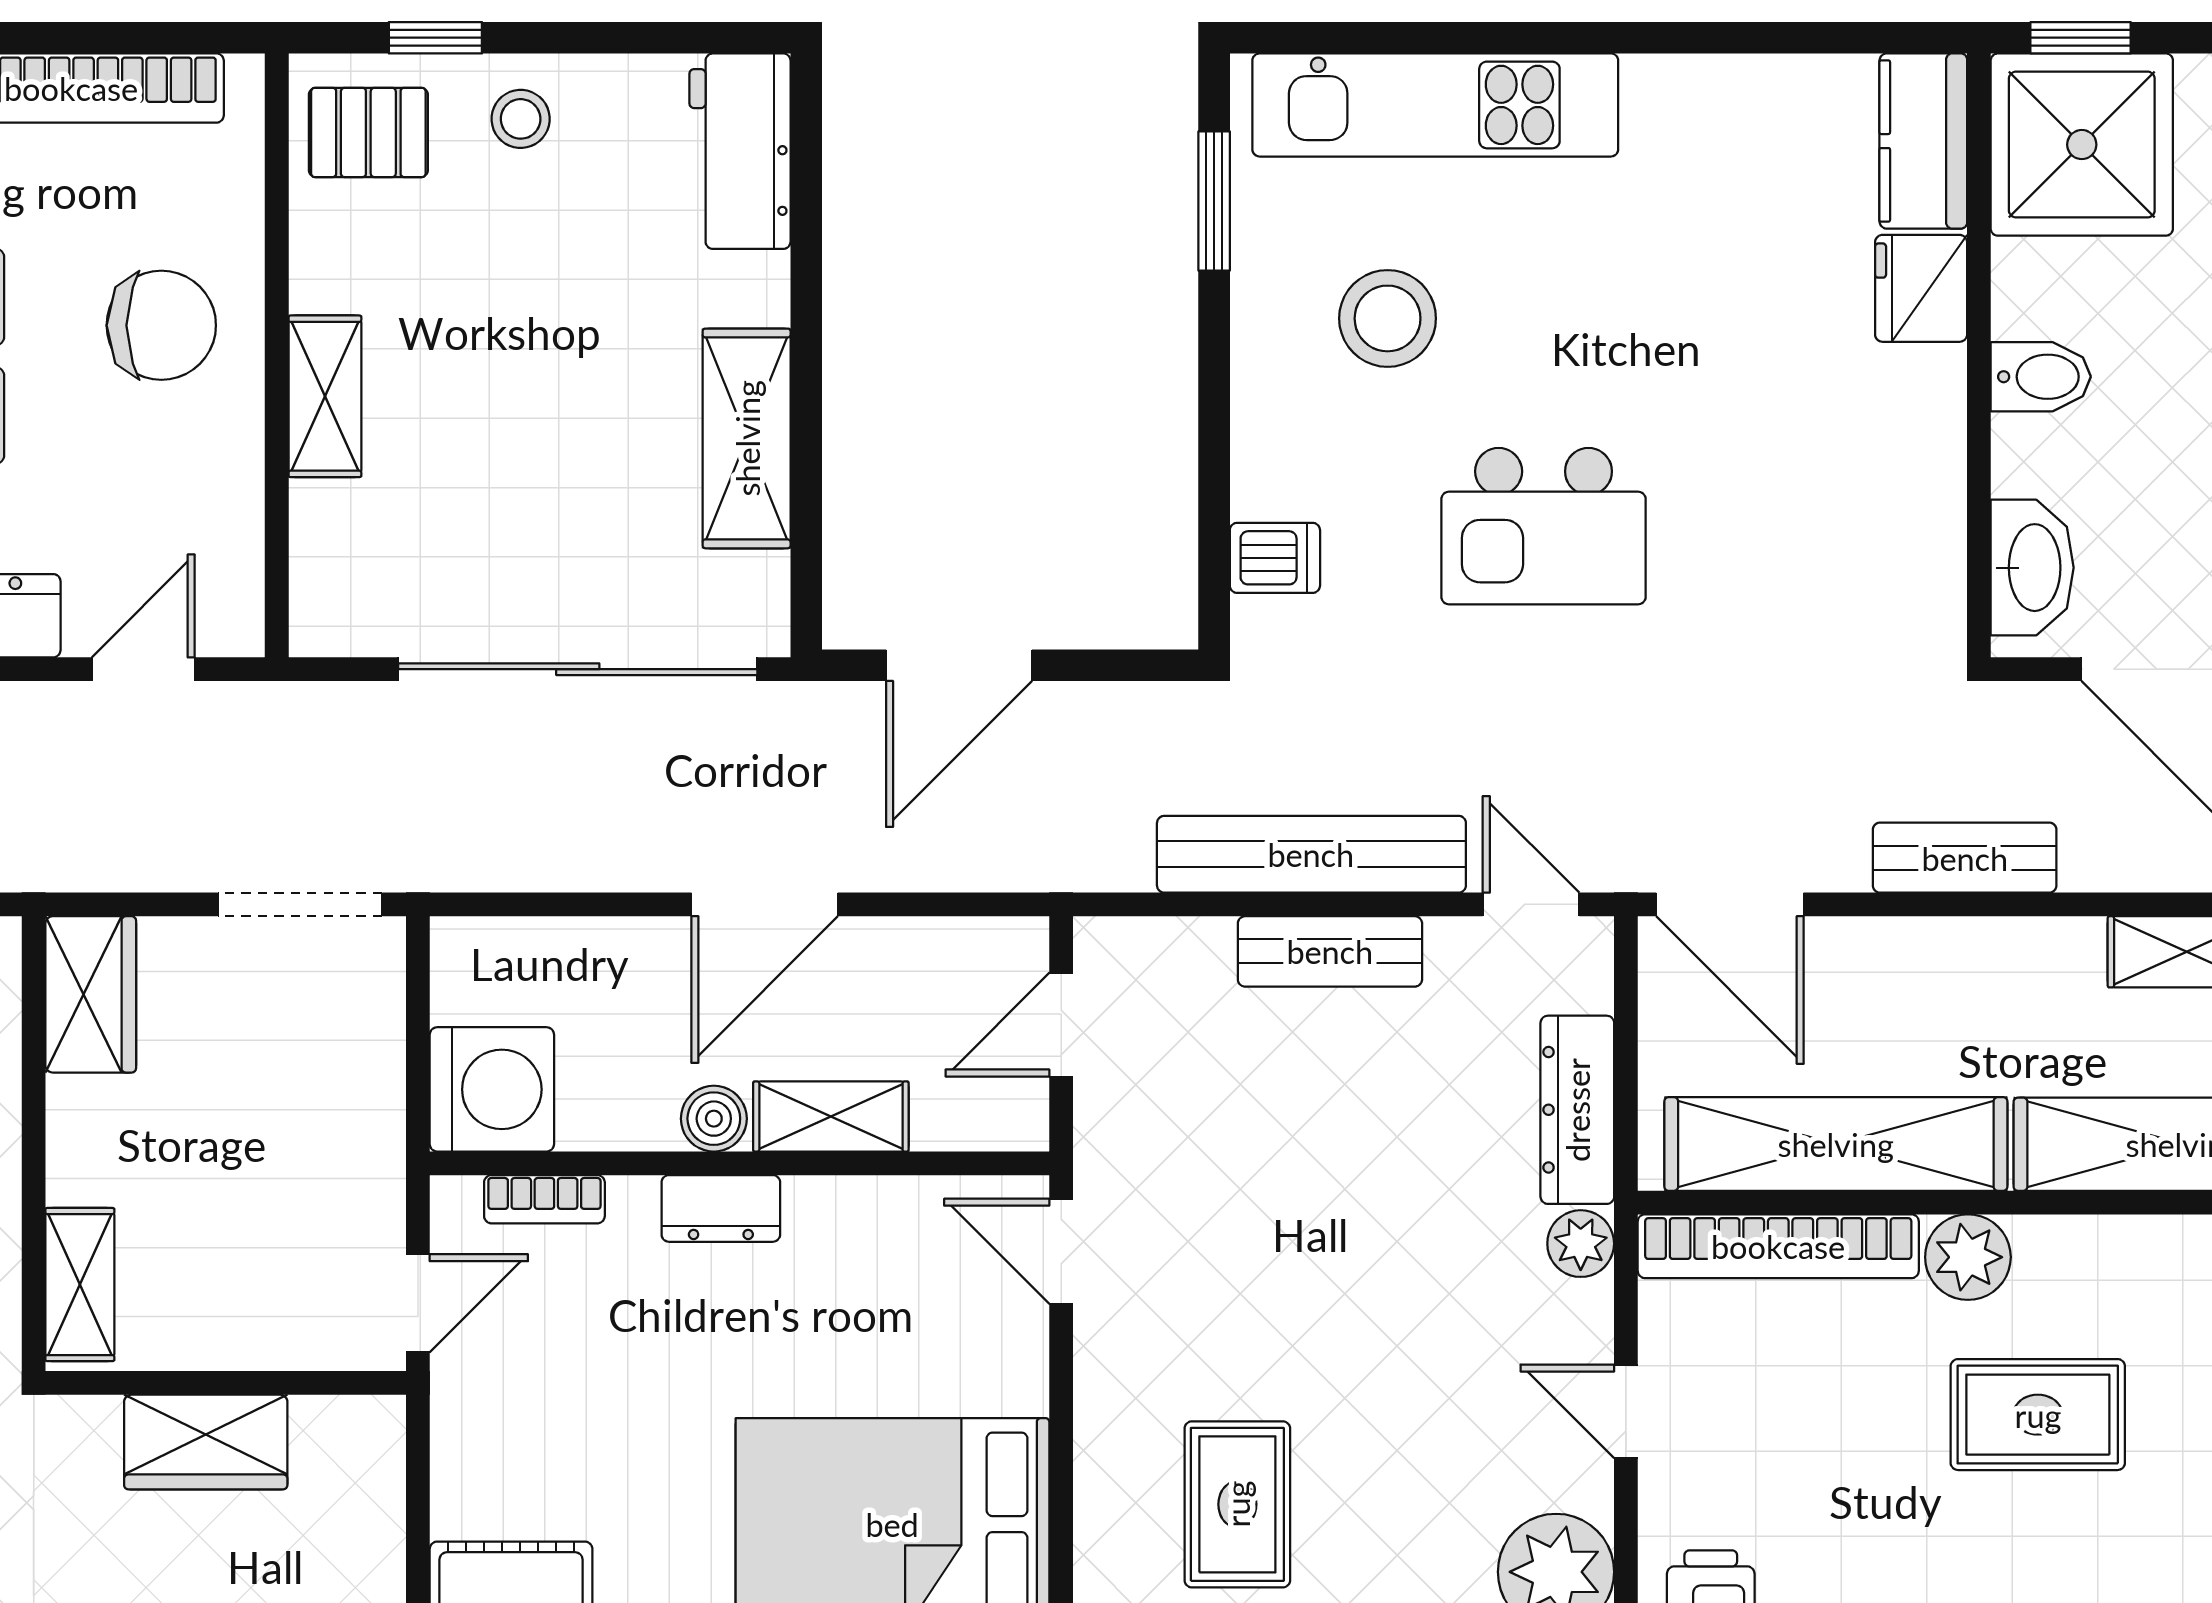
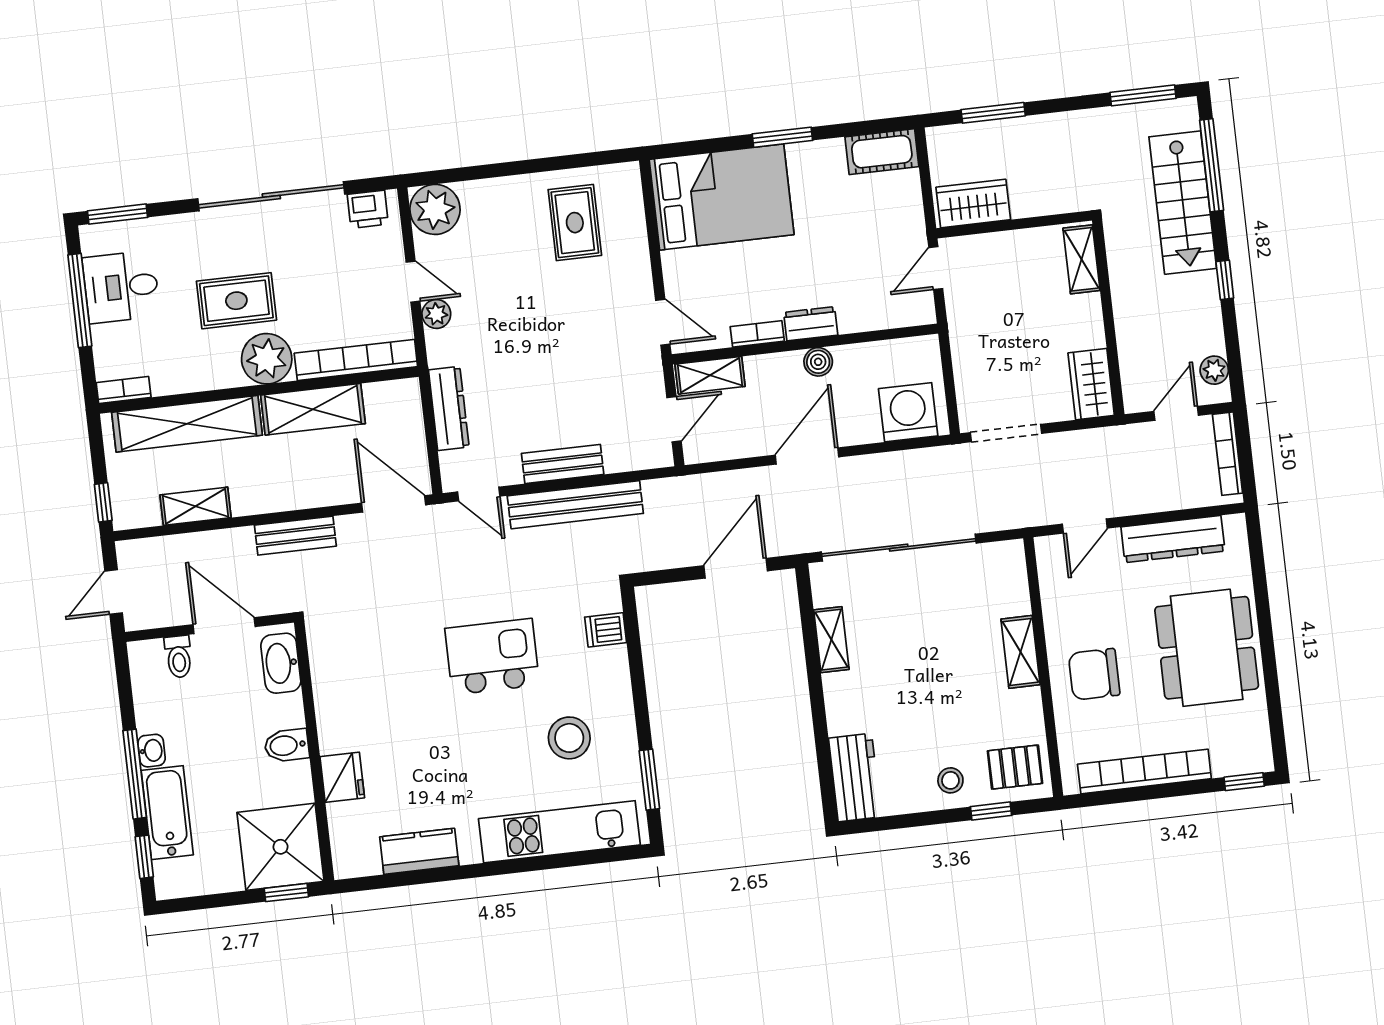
kitchen counter: (1923, 141) -> (419, 851), moved, turned -90
shelving: (747, 438) -> (831, 640), width x0.67, depth x0.75
washing machine: (492, 1089) -> (908, 412), moved, turned 90
shelving: (831, 1117) -> (710, 375), moved
shelving: (1836, 1144) -> (313, 409), width x0.68
bookcase: (544, 1199) -> (757, 334), moved
plant: (1581, 1244) -> (436, 314), moved
plant: (1968, 1257) -> (267, 359), width x1.36, depth x1.36
wardrobe: (206, 1442) -> (973, 203), moved

